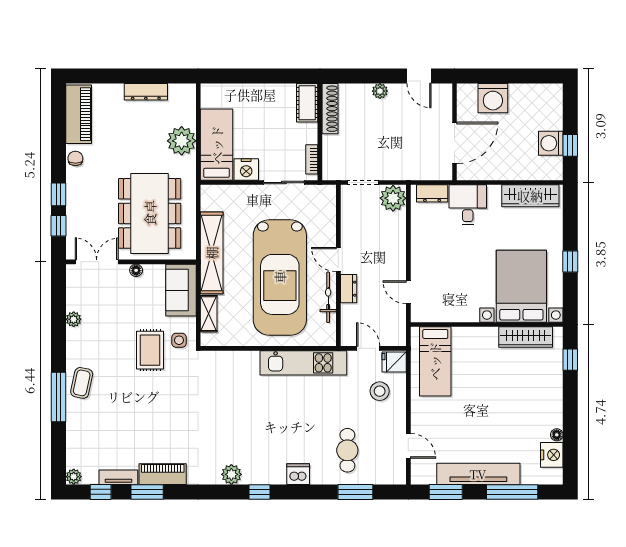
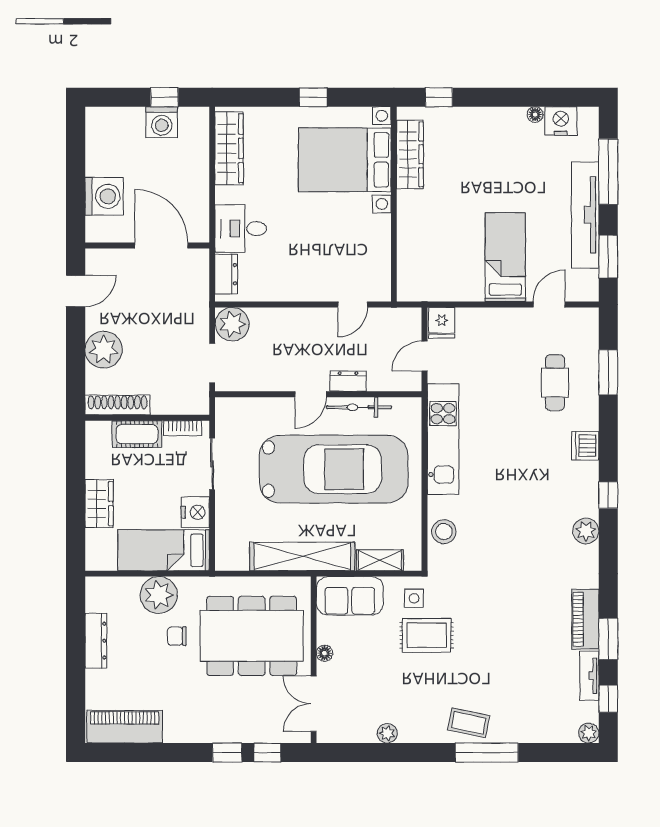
plant: (380, 91) -> (104, 350), width x1.87, depth x1.87
wardrobe: (253, 94) -> (99, 504), added
cot: (307, 103) -> (137, 434), moved
chair: (75, 158) -> (177, 636), moved
bed: (435, 361) -> (505, 257), moved, turned -90
stool: (380, 391) -> (444, 532), moved
cafe table: (347, 450) -> (555, 383), turned 90

